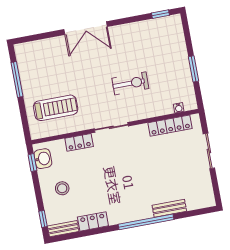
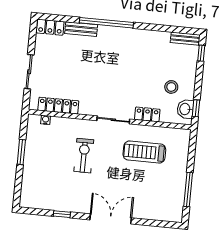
window: (160, 14) -> (62, 214), moved
exercise bike: (130, 83) -> (84, 156), turned 90
treadmill: (56, 108) -> (144, 152), moved
stool: (62, 188) -> (171, 87), moved
locker: (93, 221) -> (50, 27), moved

